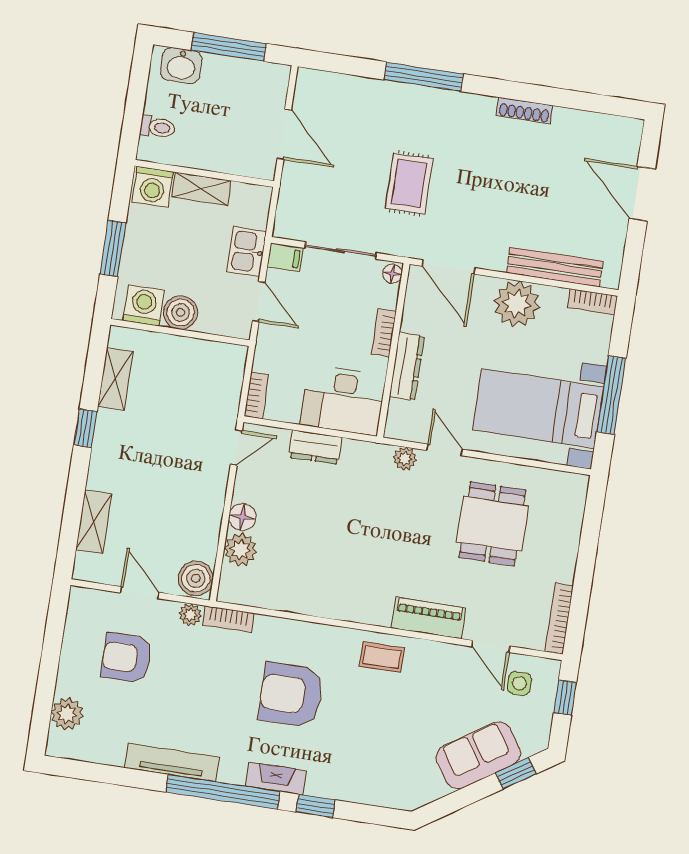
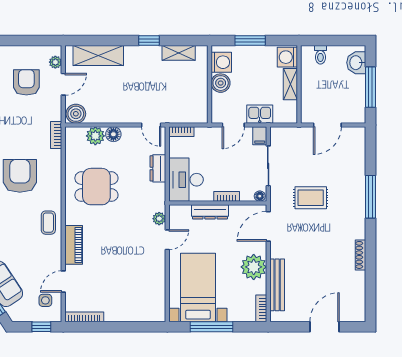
shelving: (94, 522) -> (98, 55), width x1.50, depth x1.33
dining table: (492, 524) -> (96, 187), moved
plant: (190, 615) -> (55, 62), moved

